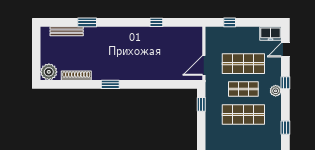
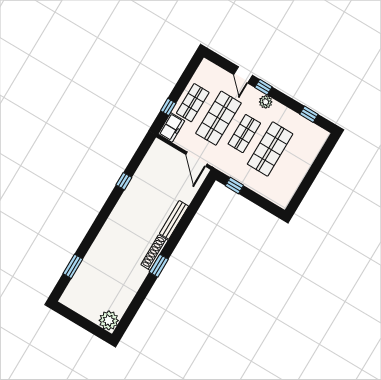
window: (87, 22) -> (73, 266), moved
bench: (67, 31) -> (174, 220), moved
freezer: (271, 33) -> (171, 127), moved
shop shelf: (243, 38) -> (193, 103), added
door: (285, 50) -> (243, 75), moved
shoe rack: (76, 76) -> (154, 253), moved

